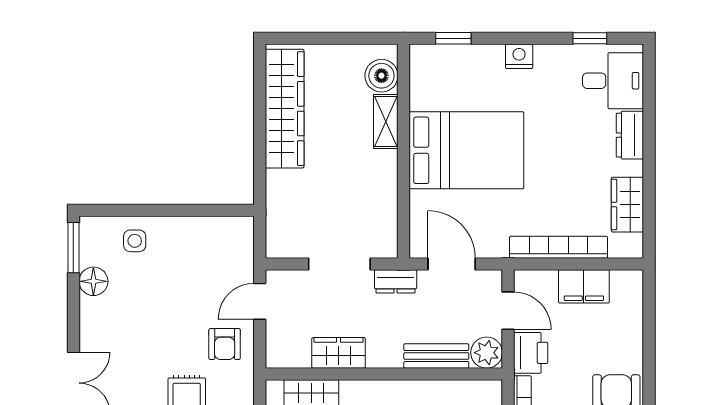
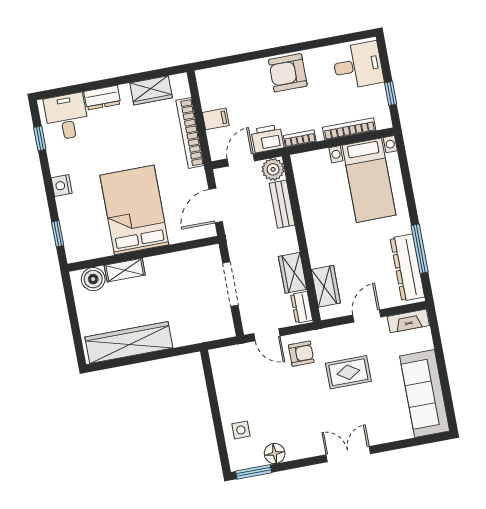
dresser: (396, 281) -> (302, 307), moved, turned 180
filing cabinet: (584, 286) -> (216, 119), width x0.50

